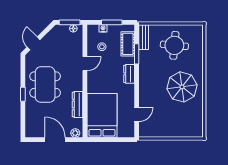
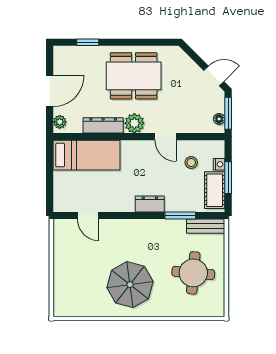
door: (34, 43) -> (214, 76), moved
cot: (128, 44) -> (215, 190), moved, turned 90
plant: (76, 84) -> (134, 123), added
window: (23, 94) -> (88, 42), moved
bed: (102, 115) -> (87, 155), width x0.67

